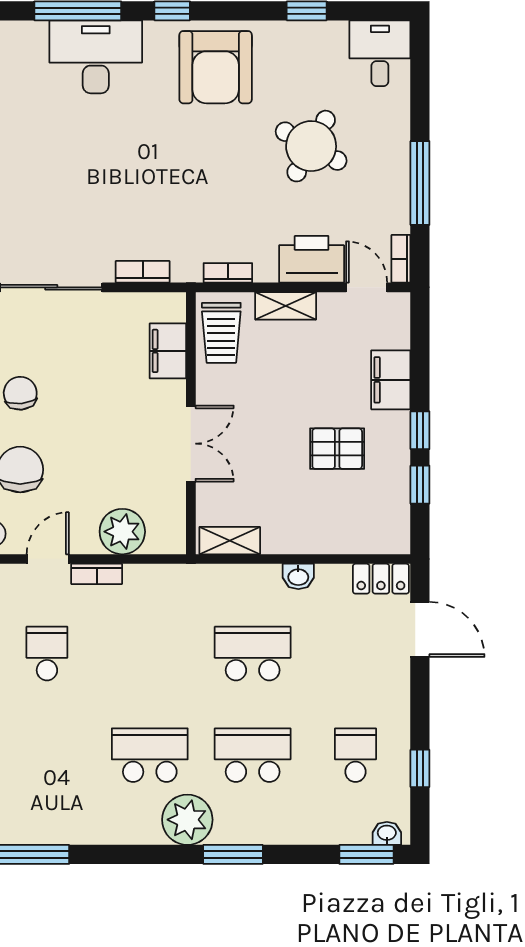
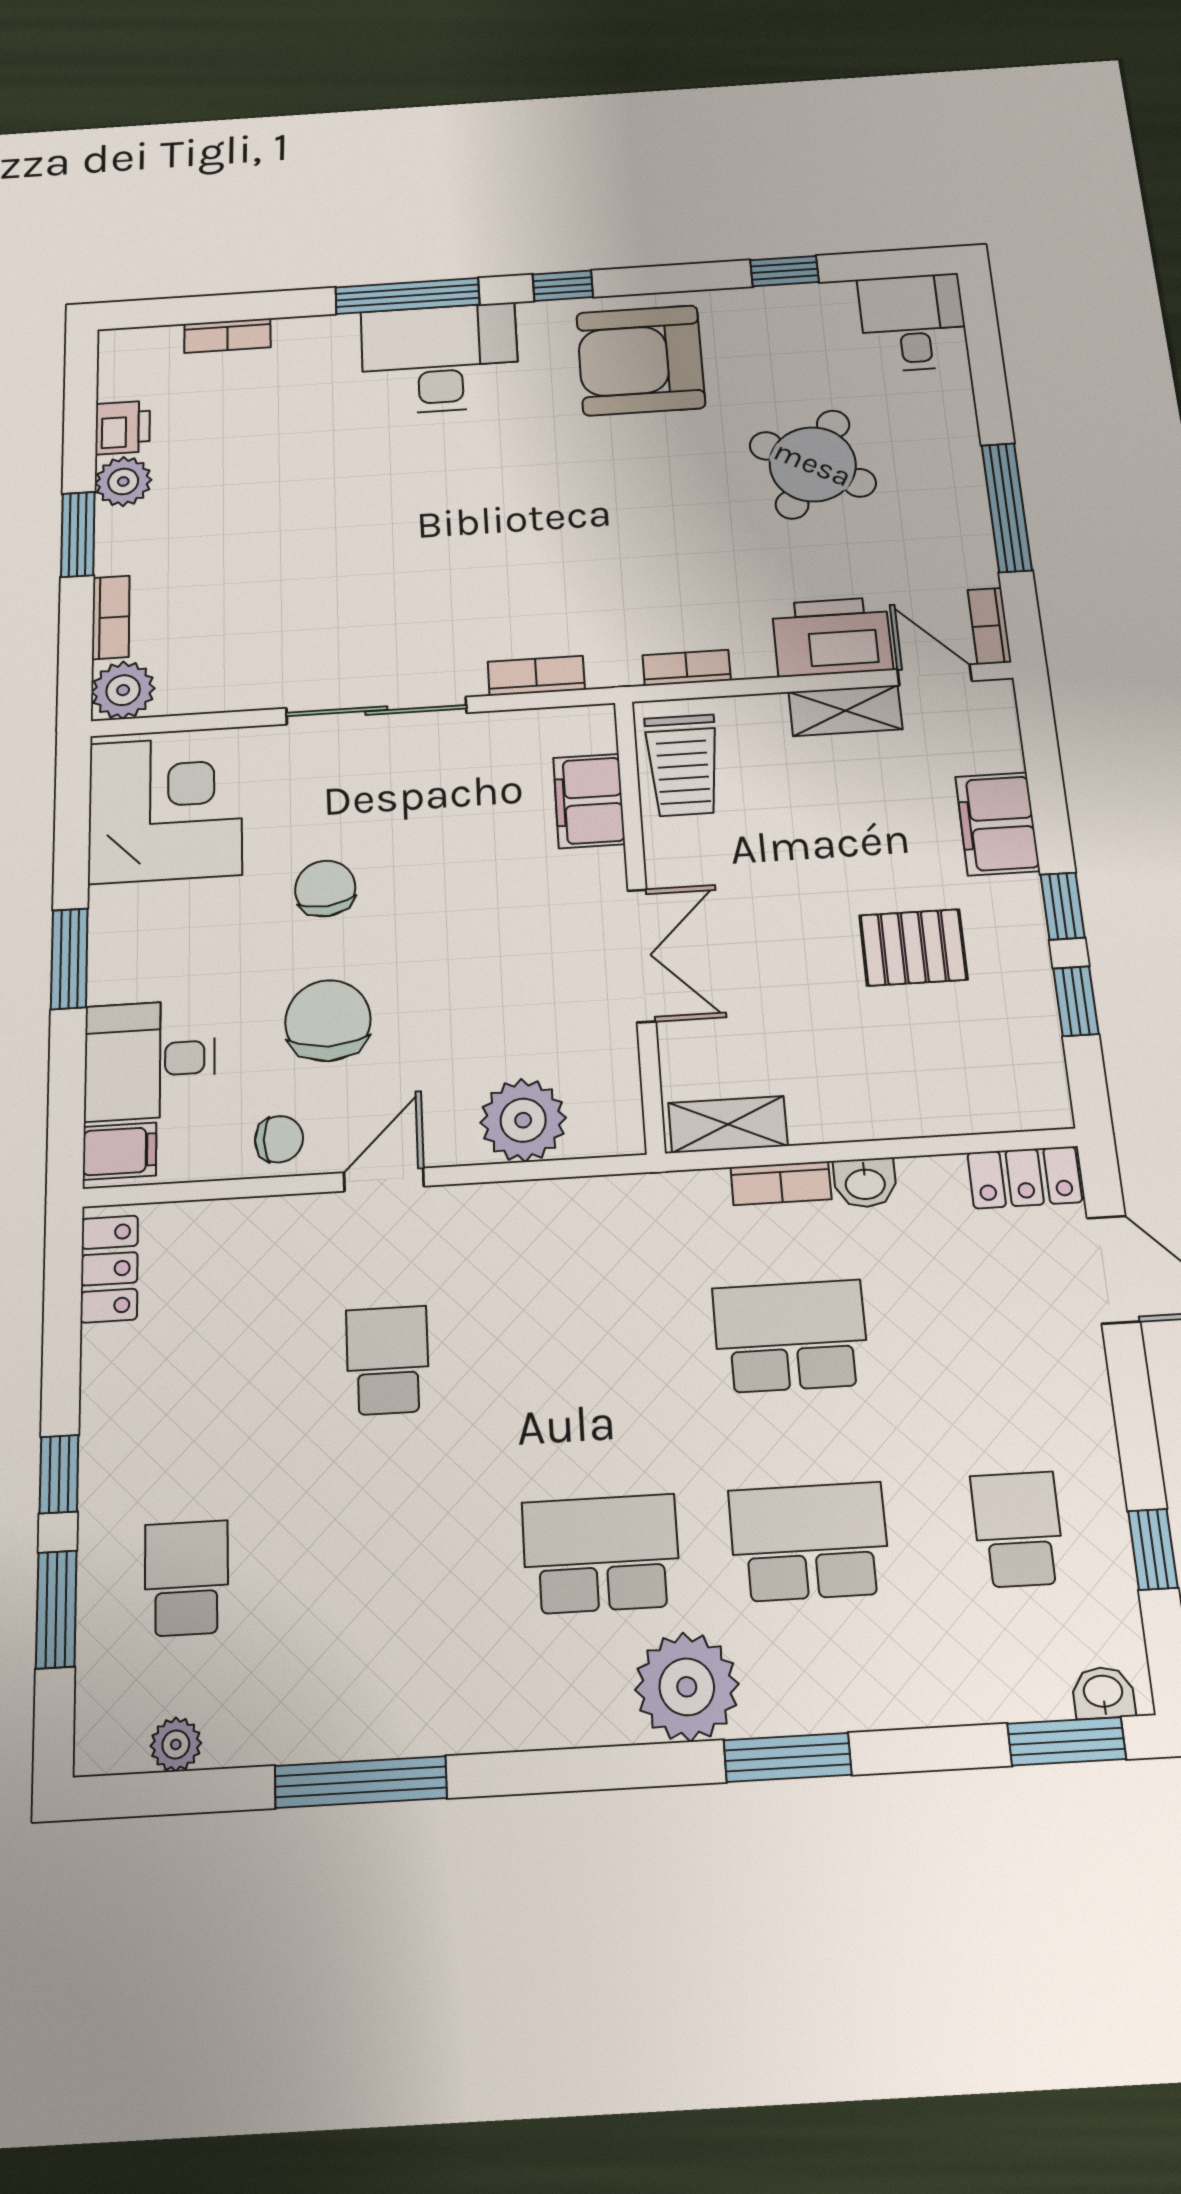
armchair: (216, 67) -> (641, 360), turned 90
shelving: (286, 306) -> (845, 711), moved
bookcase: (97, 574) -> (781, 1183), moved

